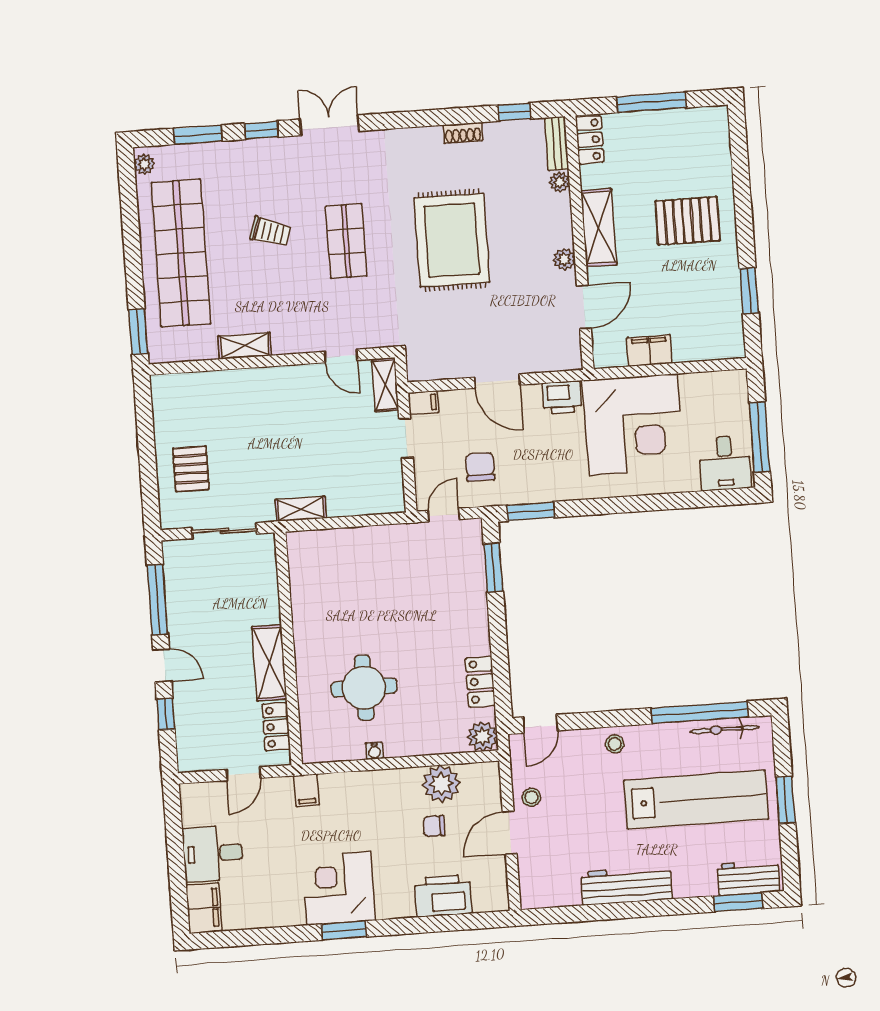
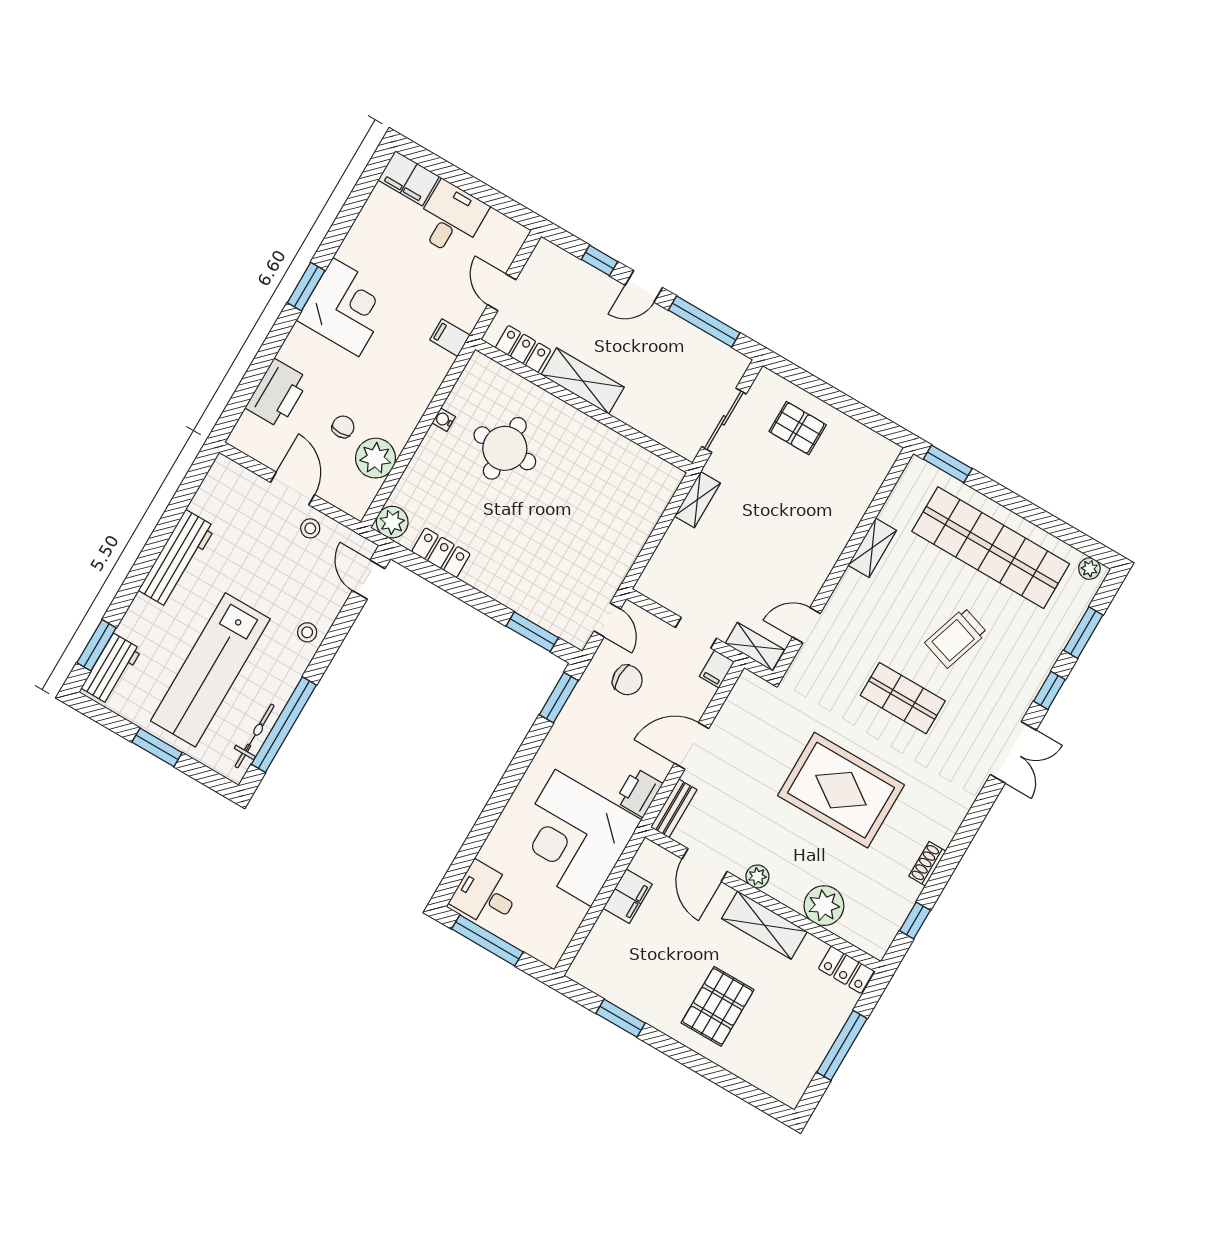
bench: (557, 143) -> (674, 808), moved, turned 90
plant: (560, 182) -> (824, 906), width x1.88, depth x1.88
trolley: (270, 232) -> (956, 638), width x1.36, depth x1.39

